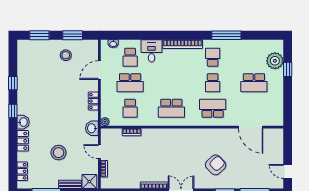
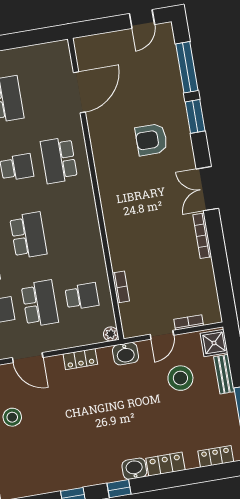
school desk: (171, 108) -> (28, 235), moved
stool: (59, 153) -> (180, 378), moved
armchair: (216, 165) -> (151, 140), turned -47

